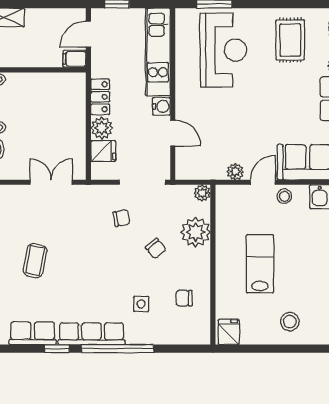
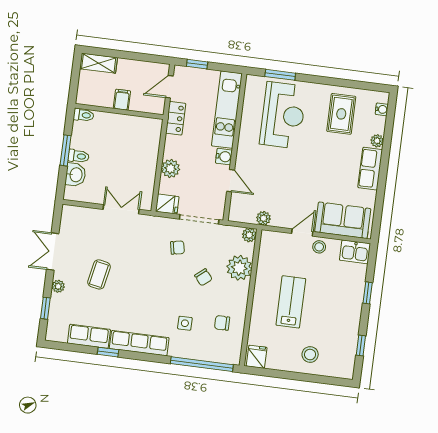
filing cabinet: (74, 59) -> (122, 100), moved, turned 90
locker: (100, 97) -> (176, 118), moved
fridge: (103, 151) -> (167, 204), moved
plant: (235, 172) -> (263, 218), moved
window: (118, 349) -> (202, 364), moved

